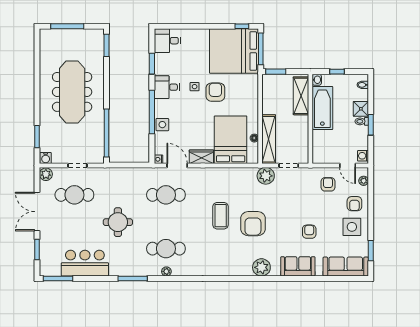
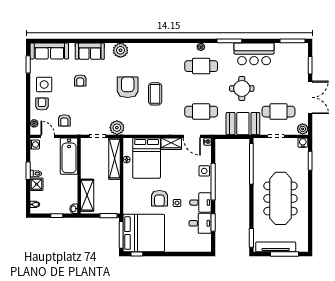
tv unit: (78, 35) -> (276, 247), added
desk: (167, 41) -> (200, 223), moved
bathtub: (322, 108) -> (69, 156), moved
booth: (116, 181) -> (243, 124), added
bar counter: (85, 263) -> (254, 54), moved

